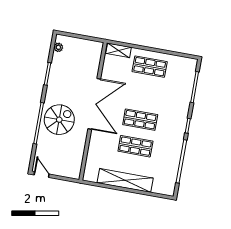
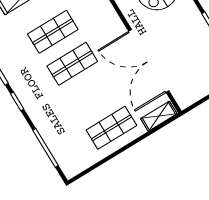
double door: (94, 104) -> (149, 61), moved

